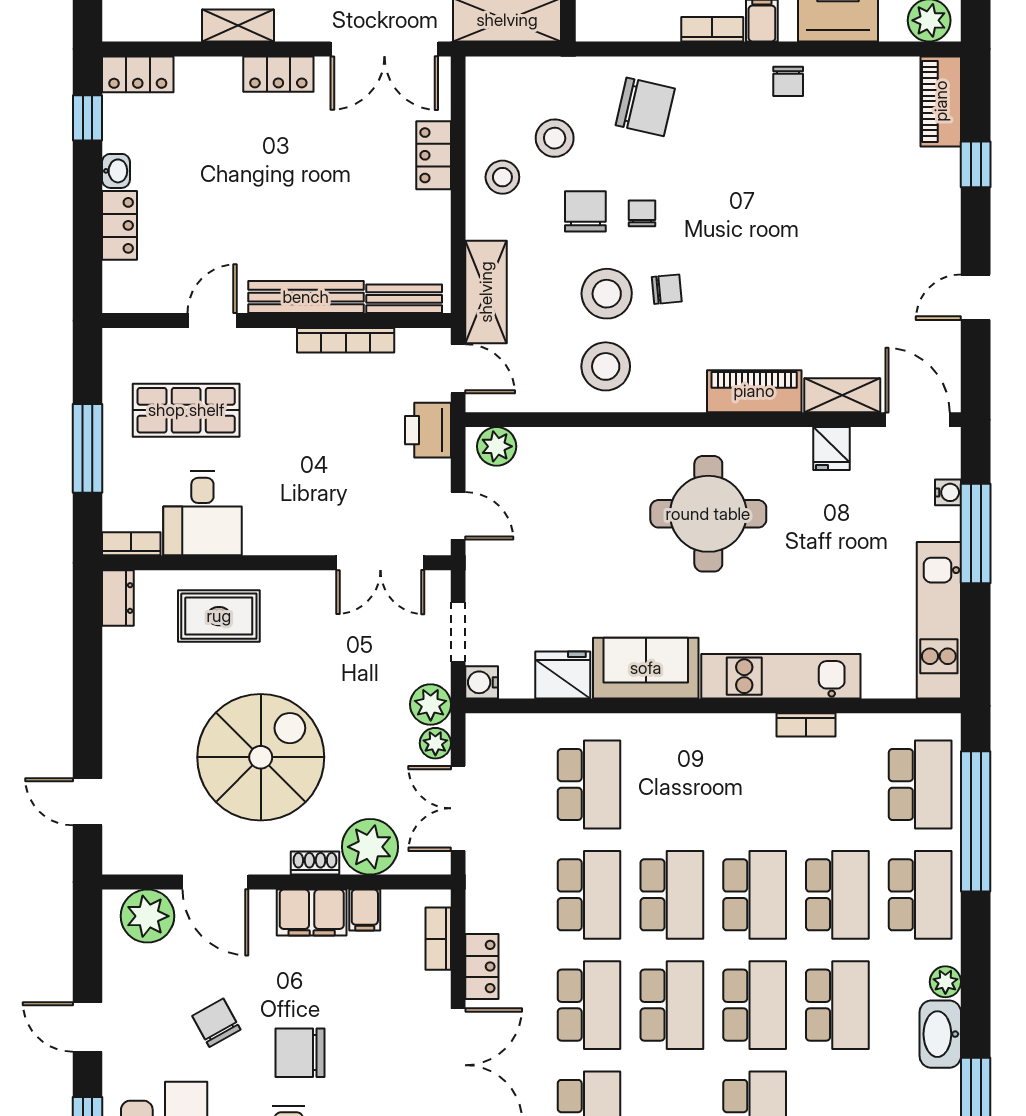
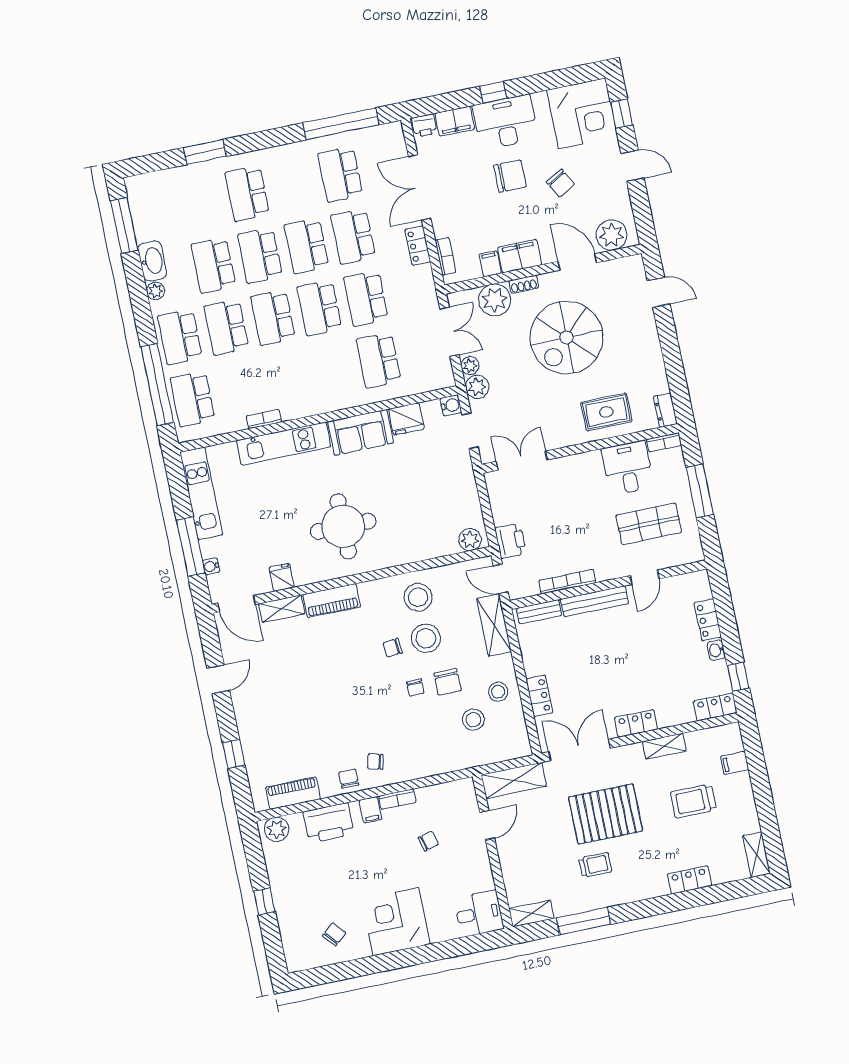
piano: (941, 101) -> (293, 793), moved, turned -90
chair: (645, 107) -> (375, 762), moved, width x0.54, depth x0.54
door: (458, 516) -> (484, 496), removed

